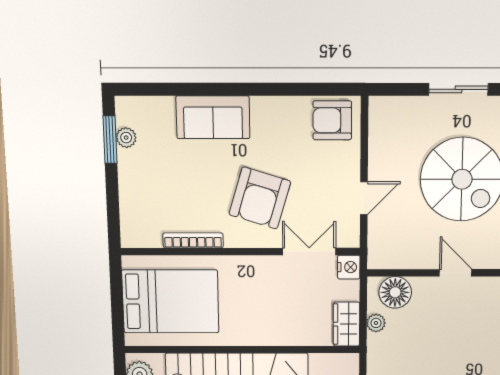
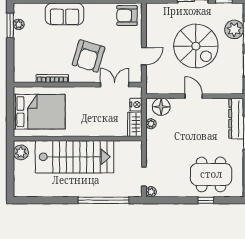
nightstand: (349, 267) -> (136, 105), moved

